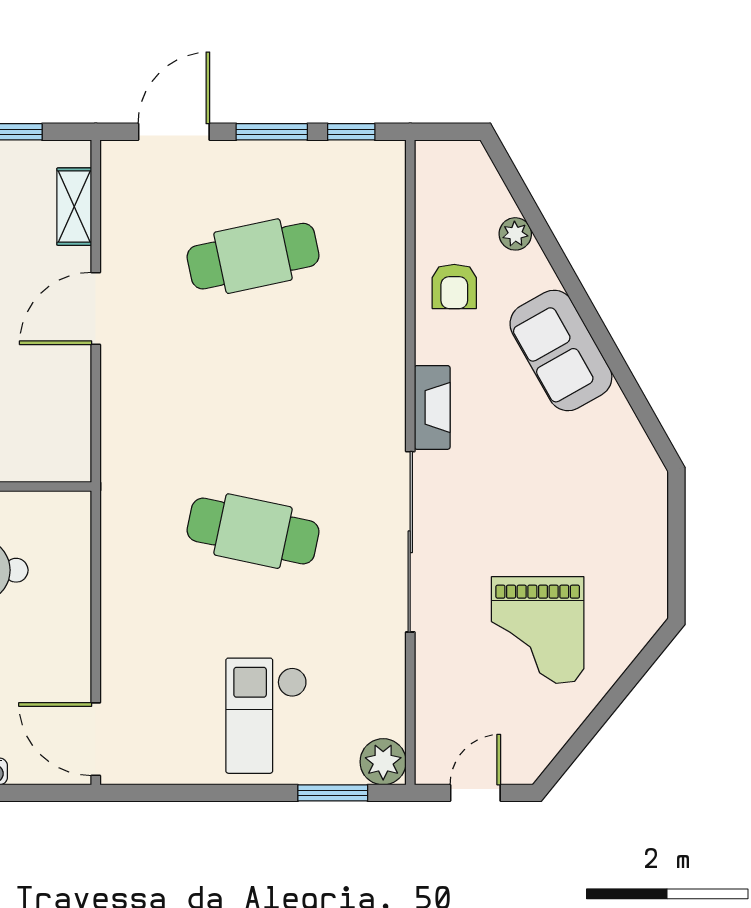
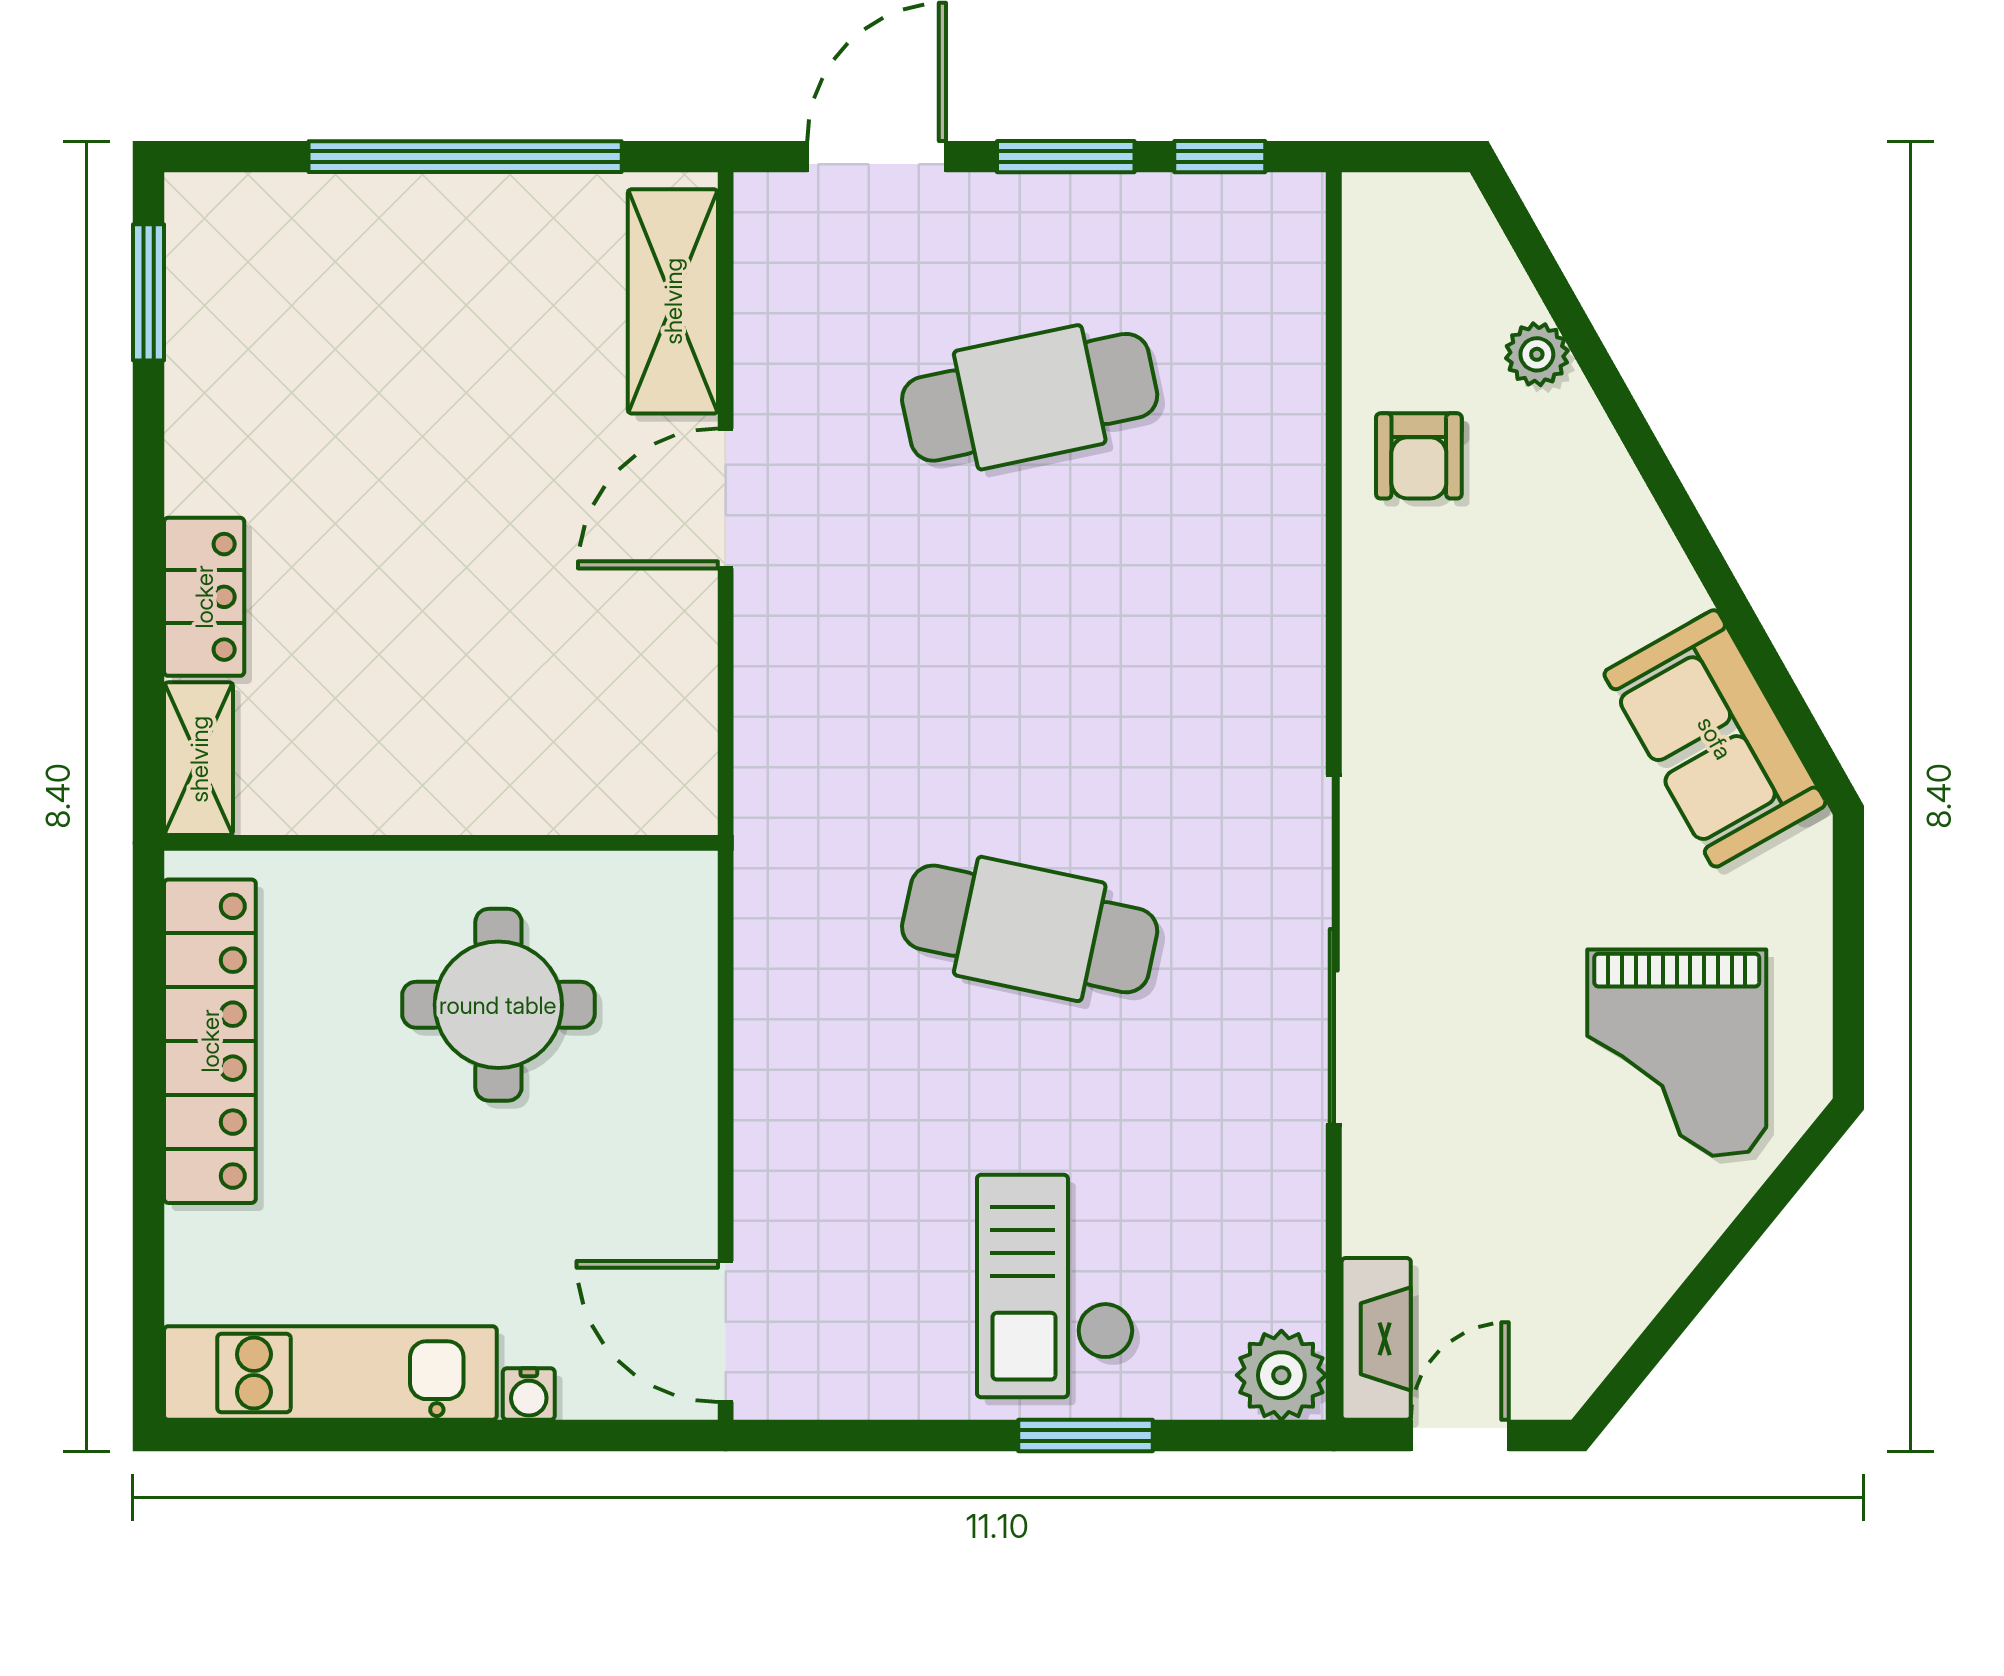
shelving: (74, 207) -> (673, 301), width x1.50, depth x1.33
sofa: (561, 350) -> (1715, 738), moved
fireplace: (432, 407) -> (1376, 1339), moved
grand piano: (538, 630) -> (1677, 1053), moved
window: (333, 793) -> (1085, 1435), moved

